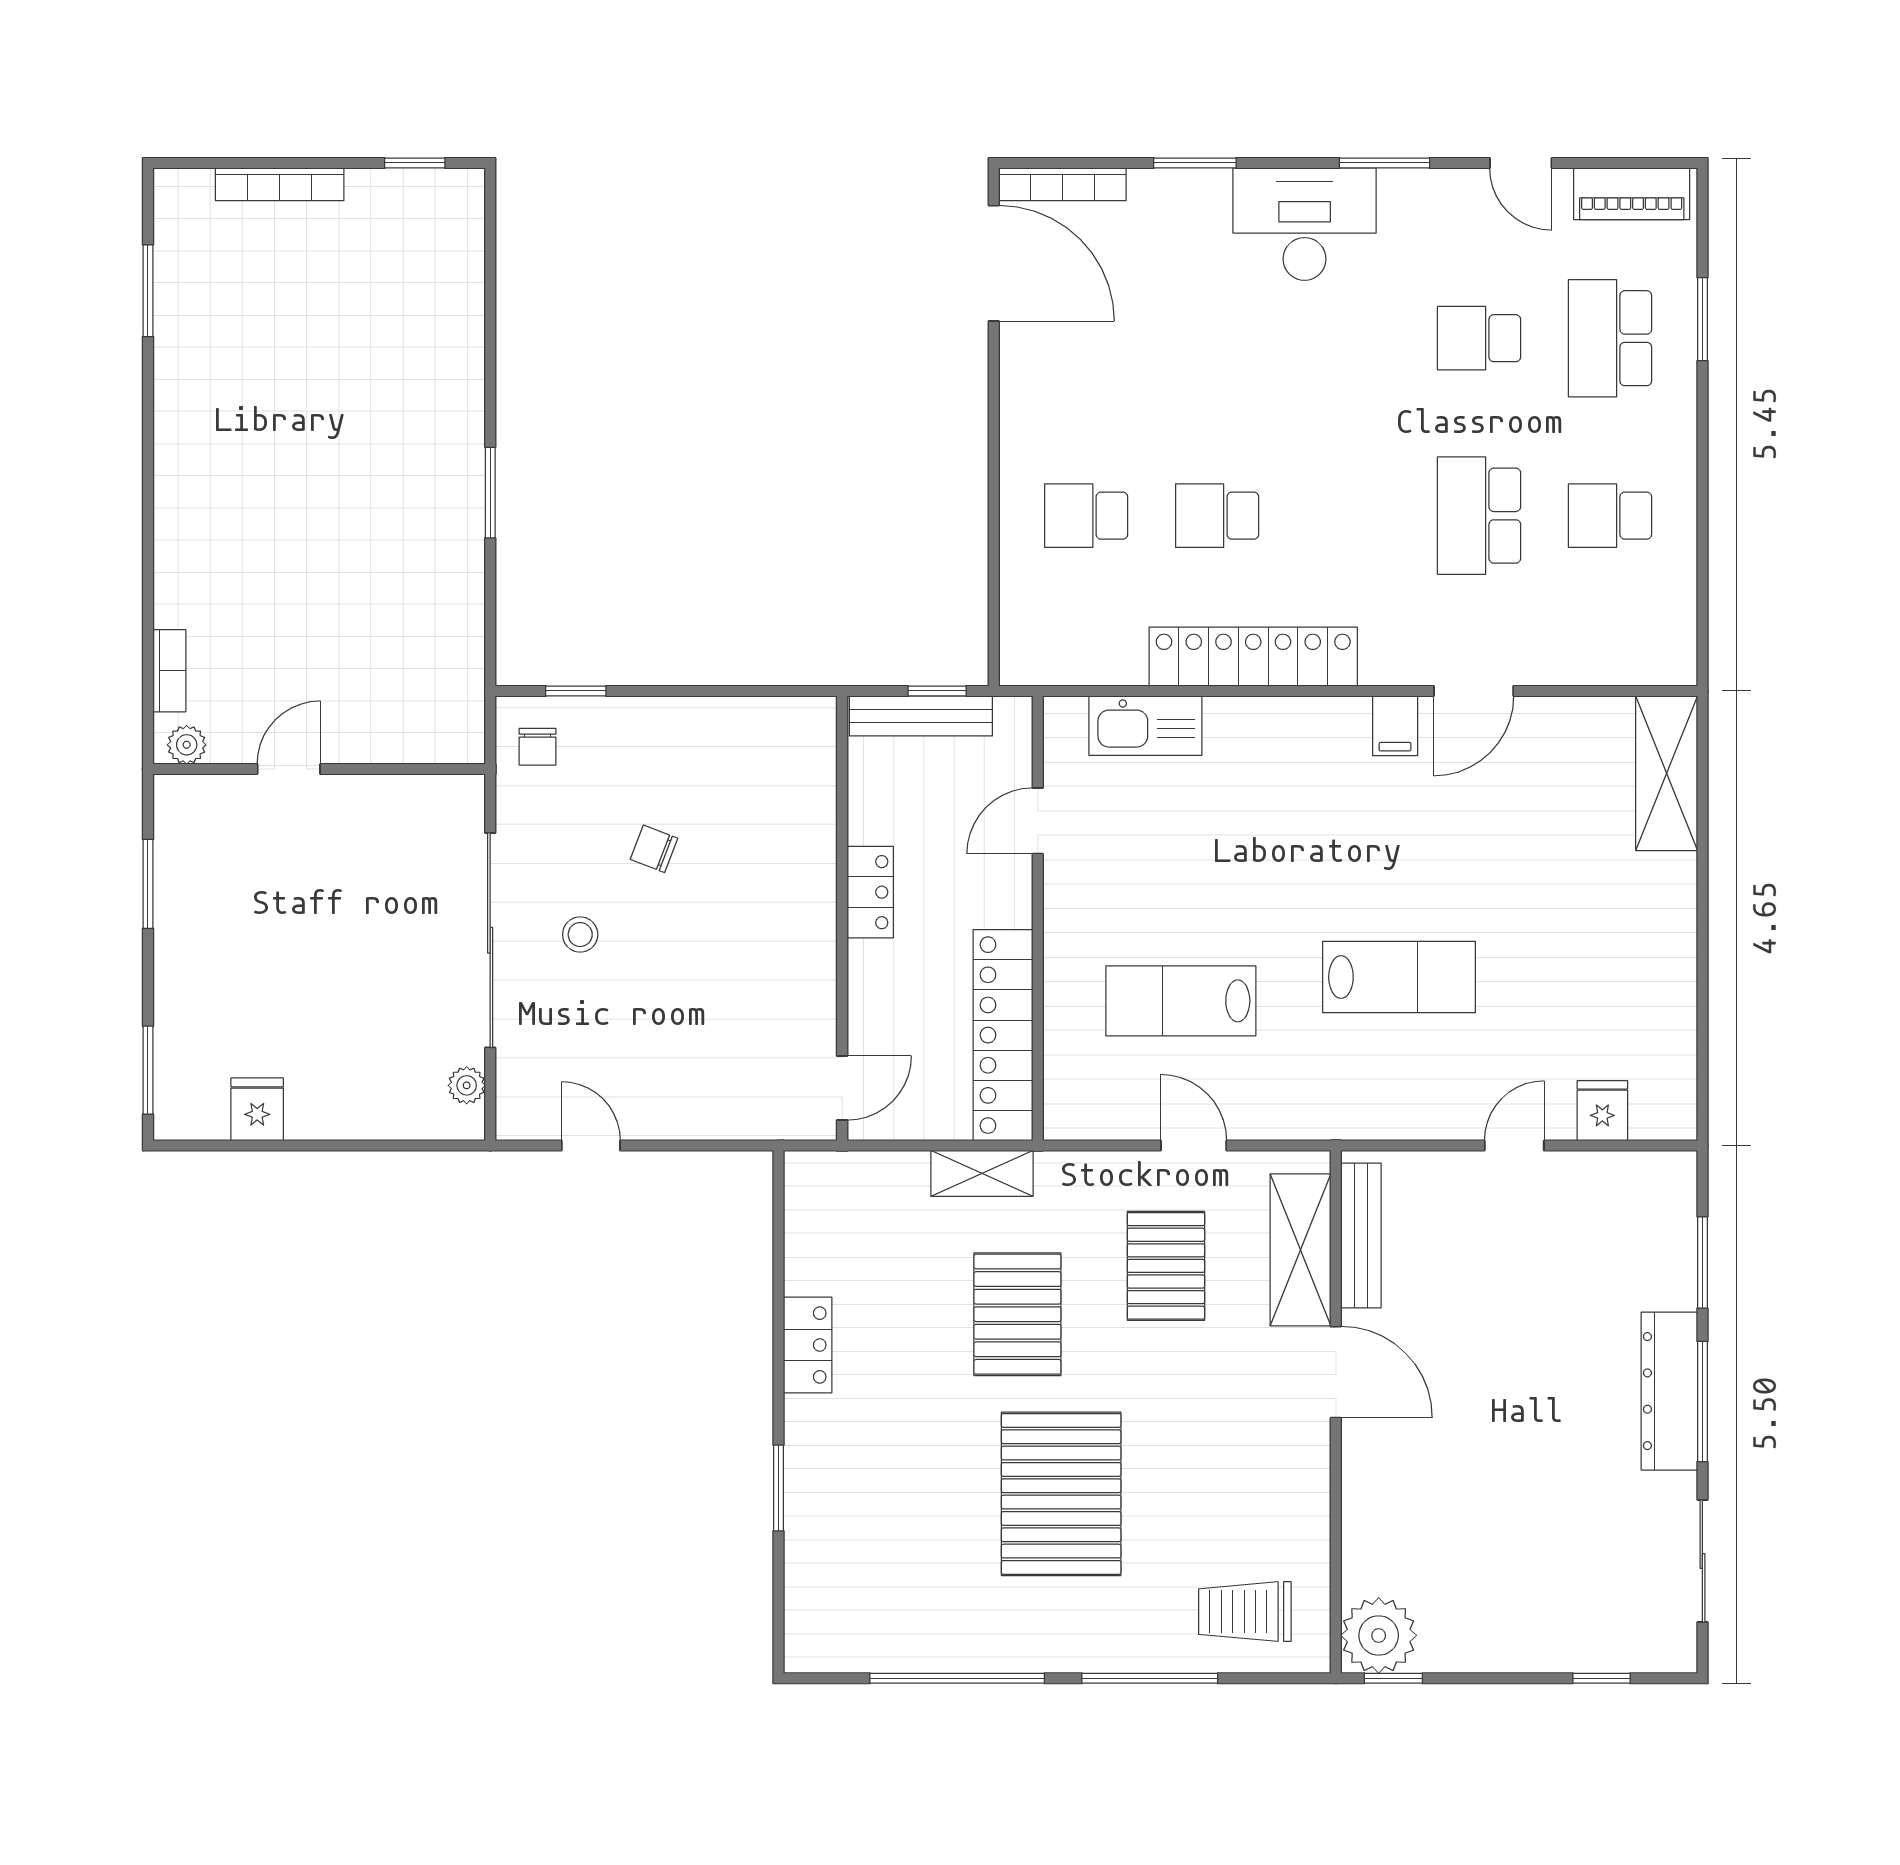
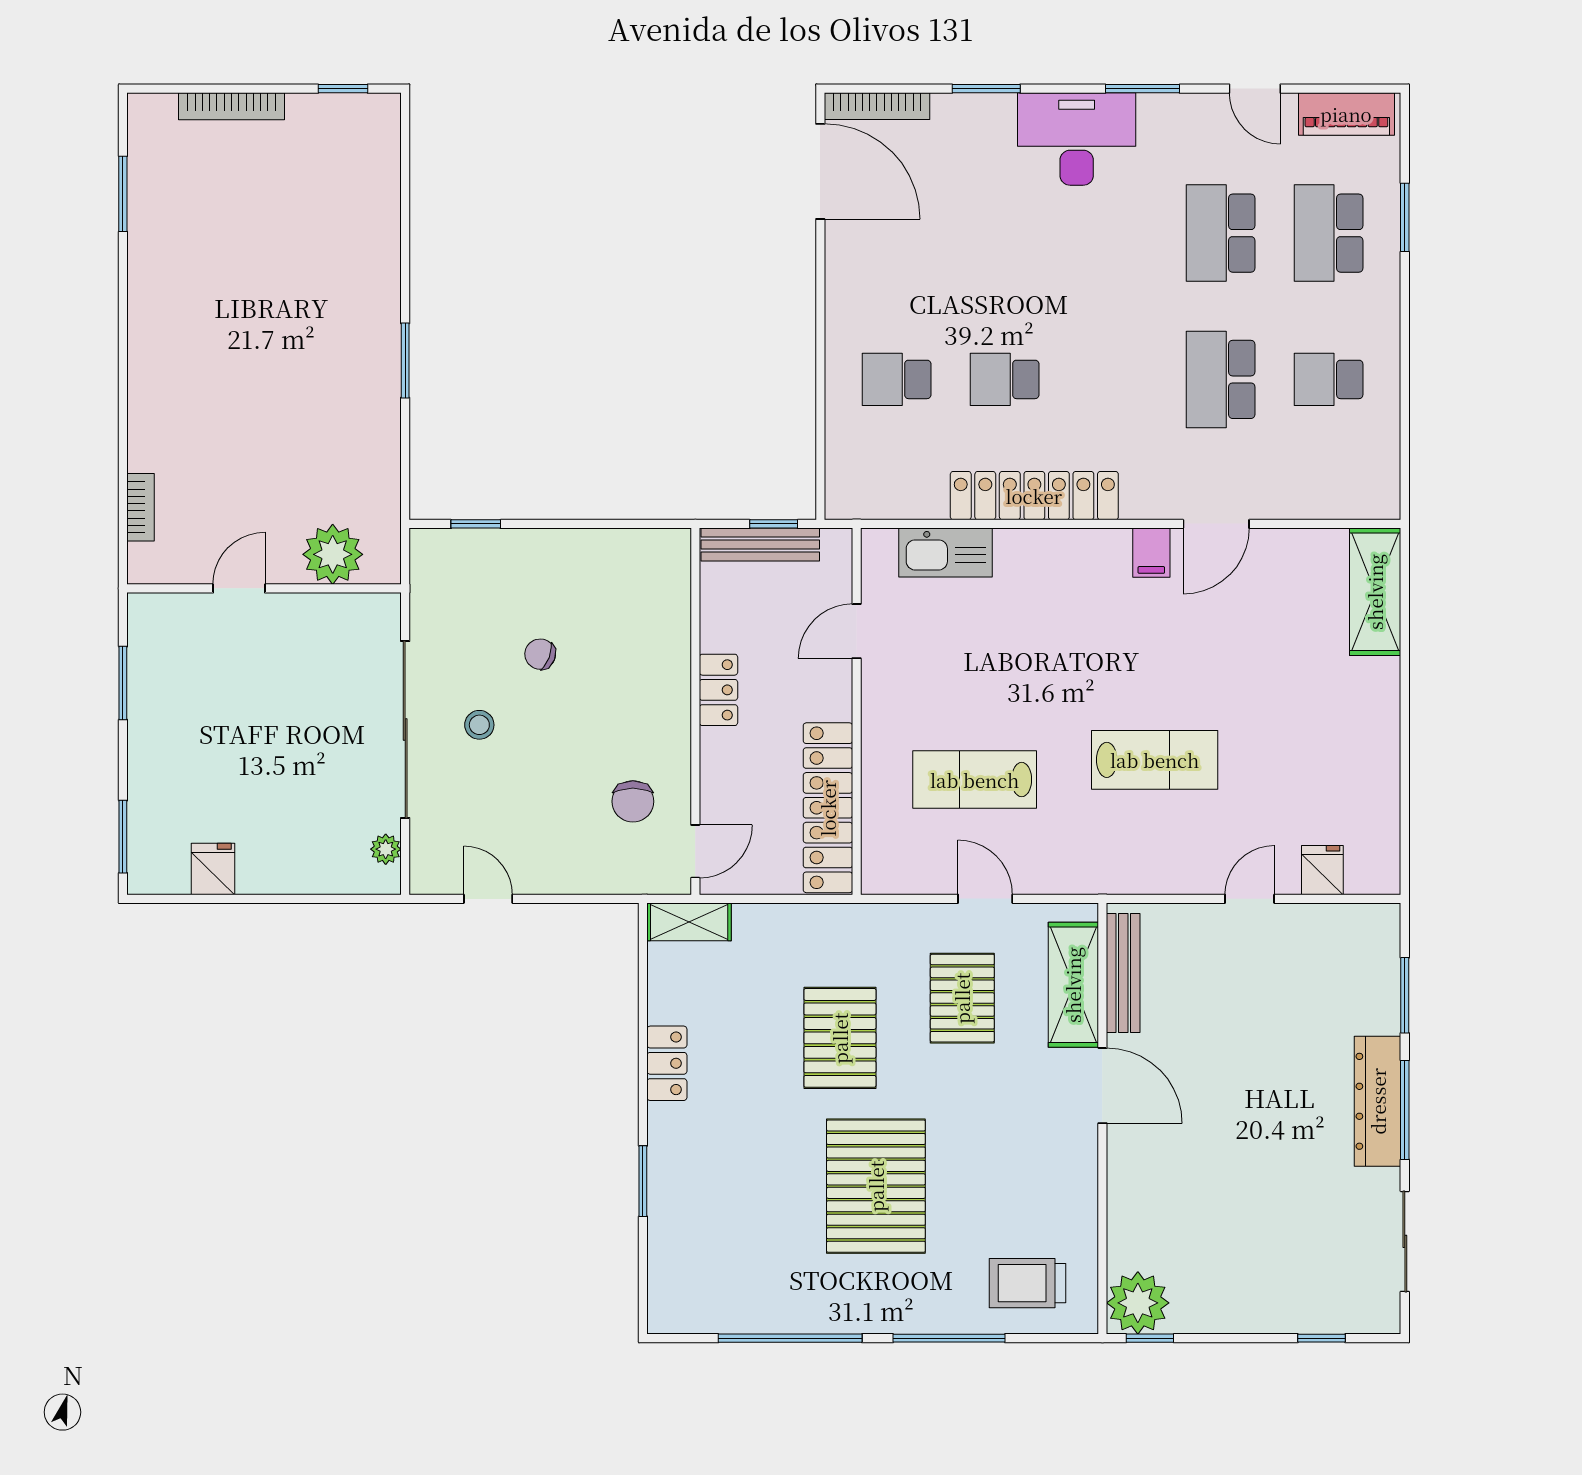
school desk: (1479, 338) -> (1221, 233), width x1.85
plant: (187, 745) -> (333, 554), moved, width x1.87, depth x1.87
chair: (538, 747) -> (633, 801), moved, width x1.37, depth x1.37
shelving: (982, 1173) -> (689, 922), moved

